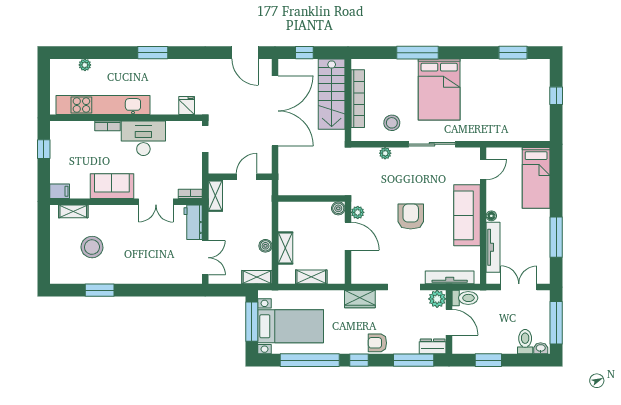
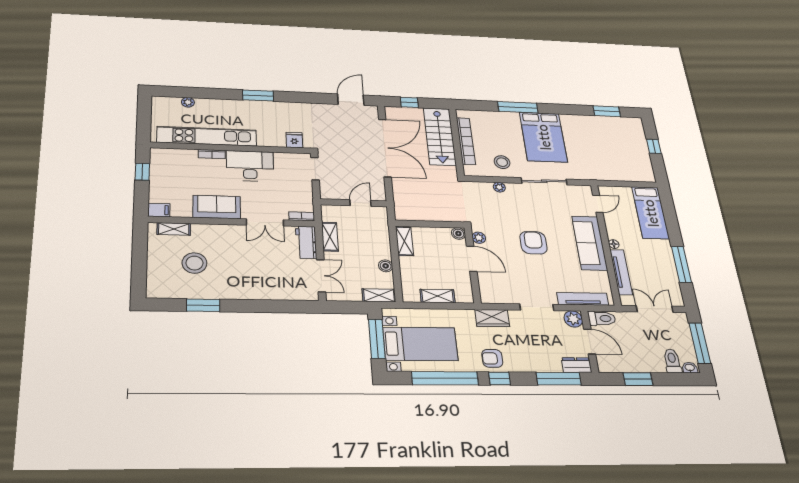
door: (245, 53) -> (351, 100), swing flipped
shelving: (215, 196) -> (330, 237), moved
shelving: (285, 248) -> (404, 241), moved
armchair: (377, 343) -> (492, 358), moved

